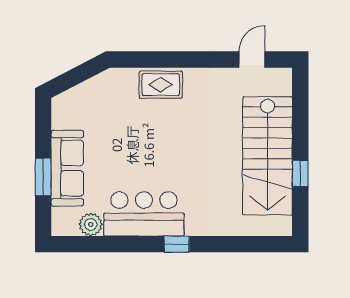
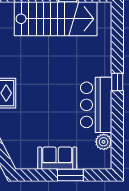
sofa: (67, 168) -> (57, 158), width x0.73

